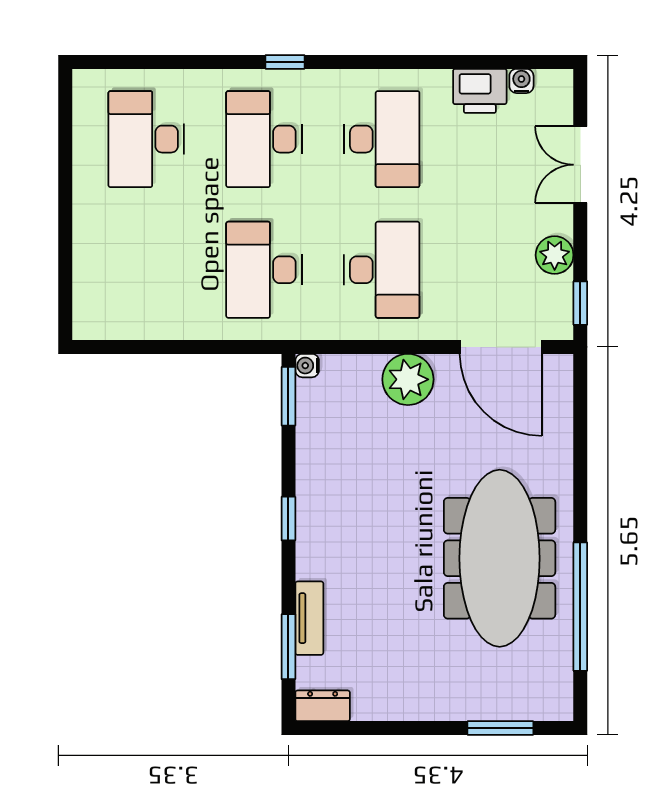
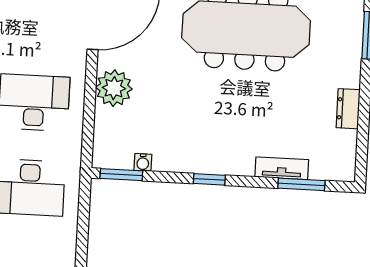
water cooler: (307, 366) -> (143, 162), moved
dresser: (323, 706) -> (348, 109), moved

